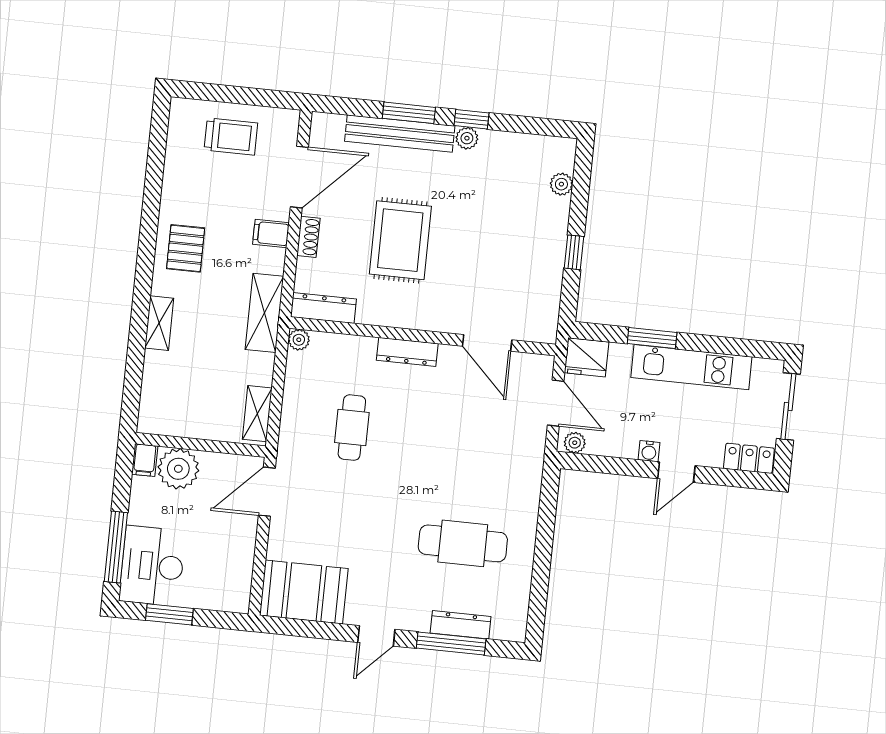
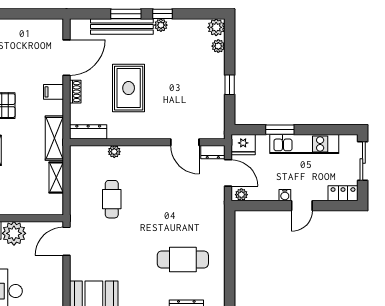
trolley: (231, 137) -> (25, 38), removed
plant: (561, 152) -> (216, 27), added
plant: (299, 340) -> (114, 152), moved
dresser: (407, 352) -> (213, 152), moved, width x0.70
shelving: (257, 414) -> (56, 177), moved

